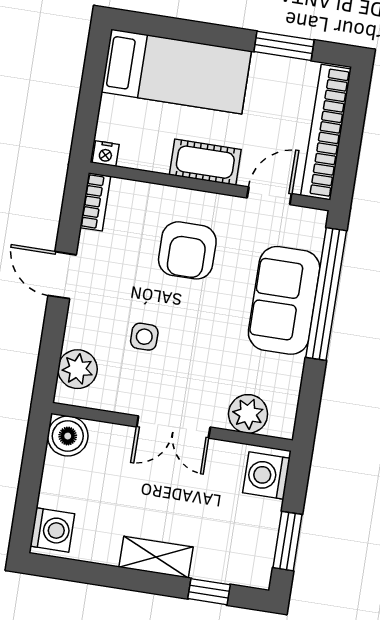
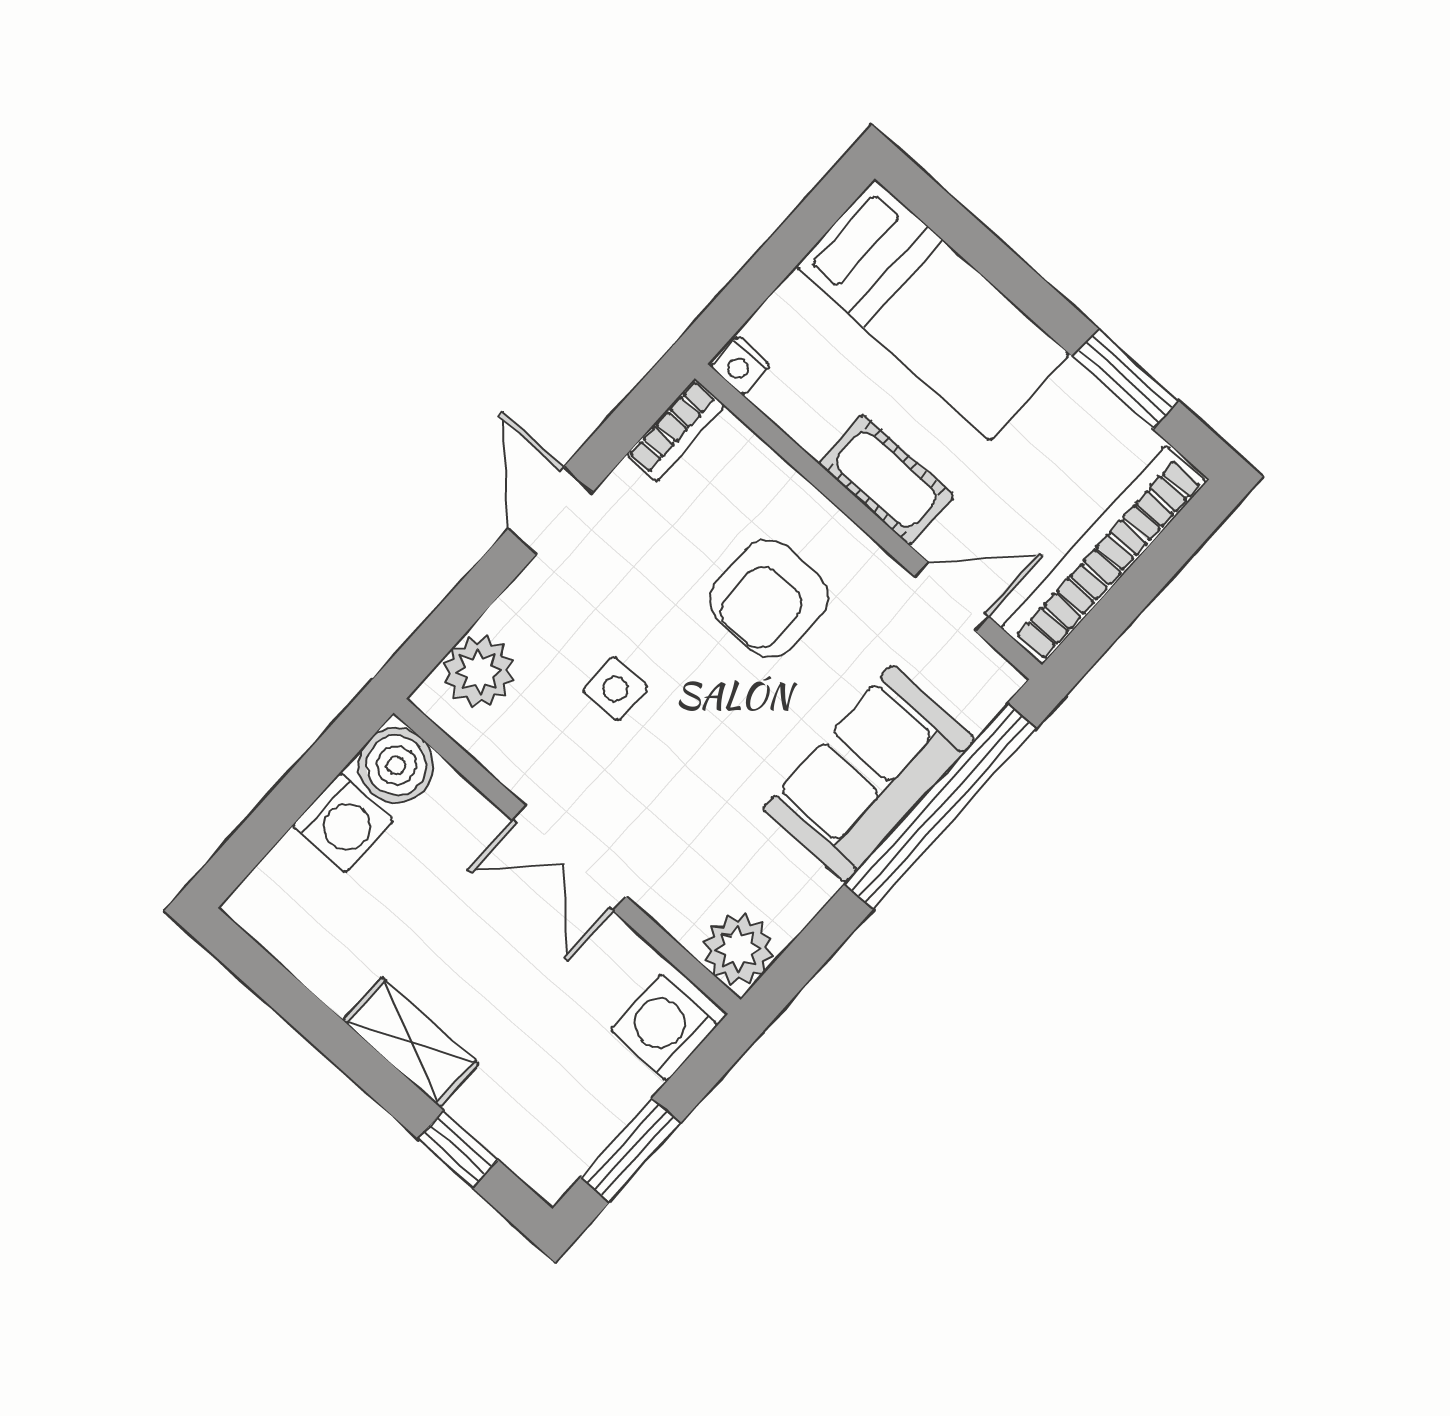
plant: (248, 414) -> (738, 949), moved
washing machine: (52, 530) -> (343, 823), moved

